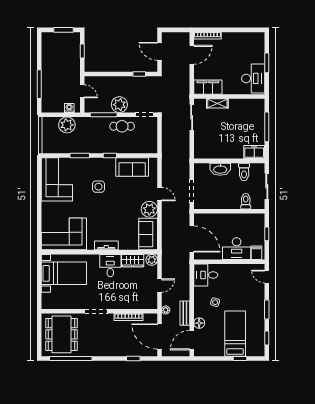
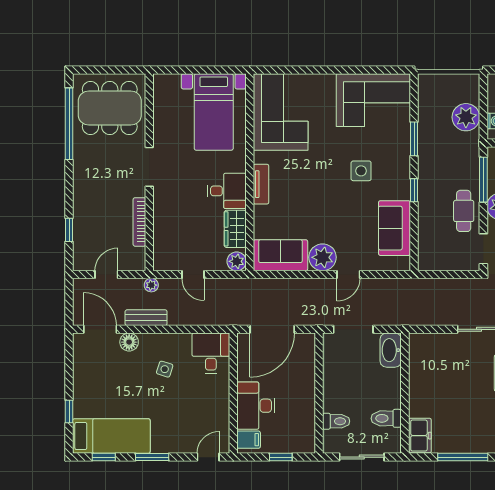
washbasin: (220, 169) -> (391, 350), moved
bed: (235, 334) -> (111, 436), moved
door: (159, 336) -> (106, 275), width x0.53

